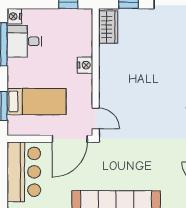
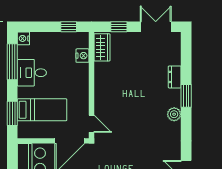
desk: (24, 41) -> (32, 73), moved
nightstand: (85, 65) -> (82, 56), moved

